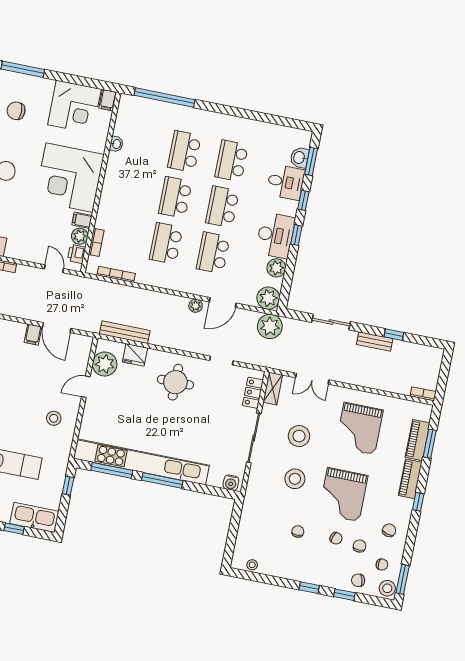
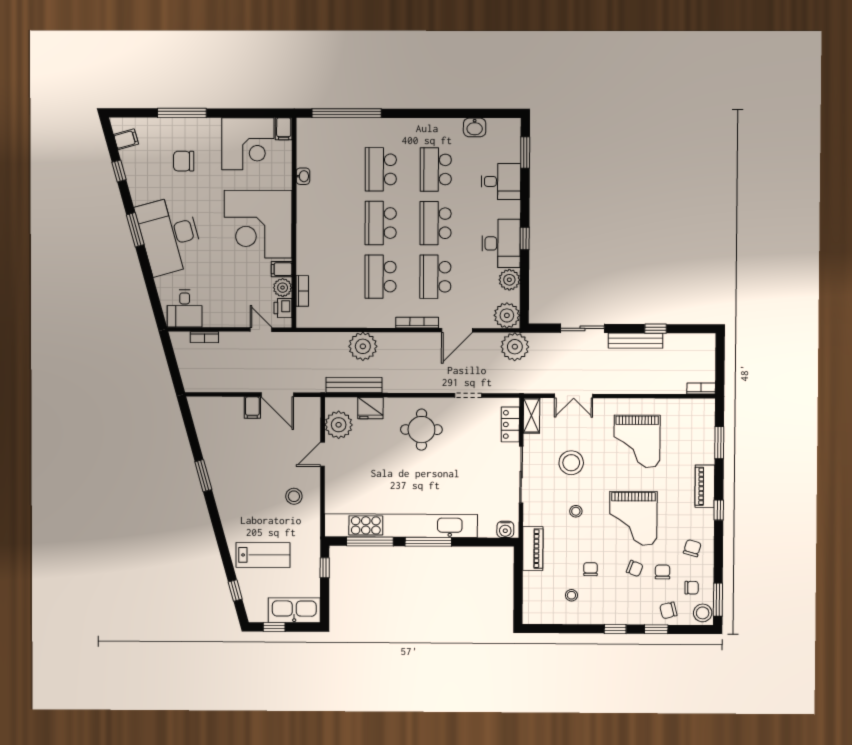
washbasin: (299, 158) -> (475, 127), moved, turned -90
window: (303, 200) -> (525, 198), removed
bookcase: (116, 274) -> (417, 323), moved
plant: (196, 306) -> (363, 346), moved, width x1.88, depth x1.88
bench: (375, 342) -> (635, 341), width x1.36
piano: (418, 440) -> (533, 549), moved, turned 180
stool: (295, 479) -> (576, 511), width x0.53, depth x0.53
stool: (252, 565) -> (571, 595), moved

